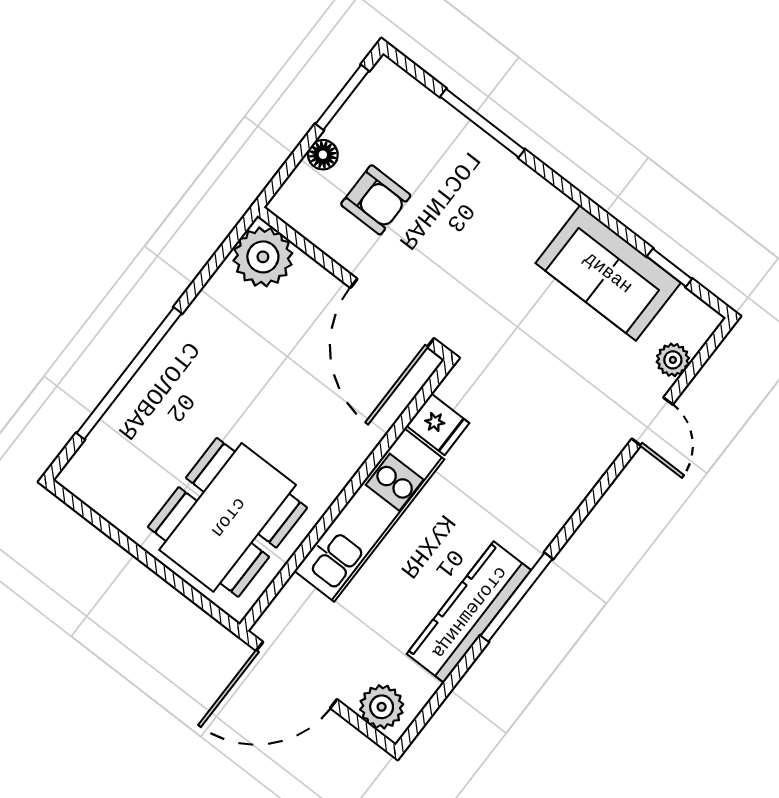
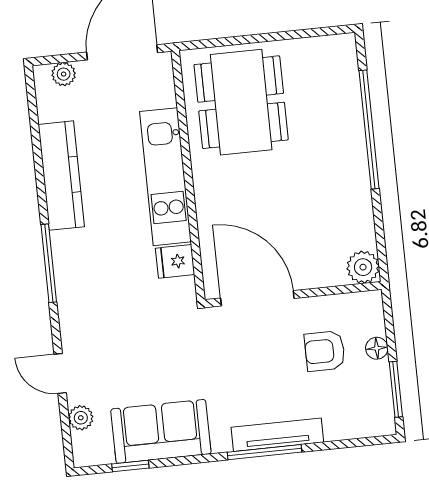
window: (482, 123) -> (265, 452), moved
tv unit: (499, 163) -> (277, 435), added
plant: (263, 257) -> (363, 267), width x0.73, depth x0.73
window: (517, 597) -> (49, 263), moved
plant: (382, 707) -> (64, 74), width x0.73, depth x0.73

